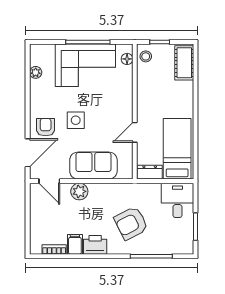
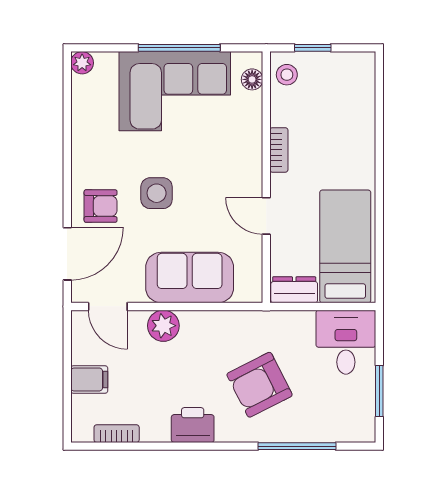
cot: (184, 63) -> (358, 87), removed
plant: (36, 72) -> (82, 63), moved
bookcase: (141, 97) -> (279, 150), added
armchair: (46, 127) -> (101, 206), turned 90
door: (135, 132) -> (266, 216), hinge flipped
filing cabinet: (75, 244) -> (89, 379), moved, turned 90

